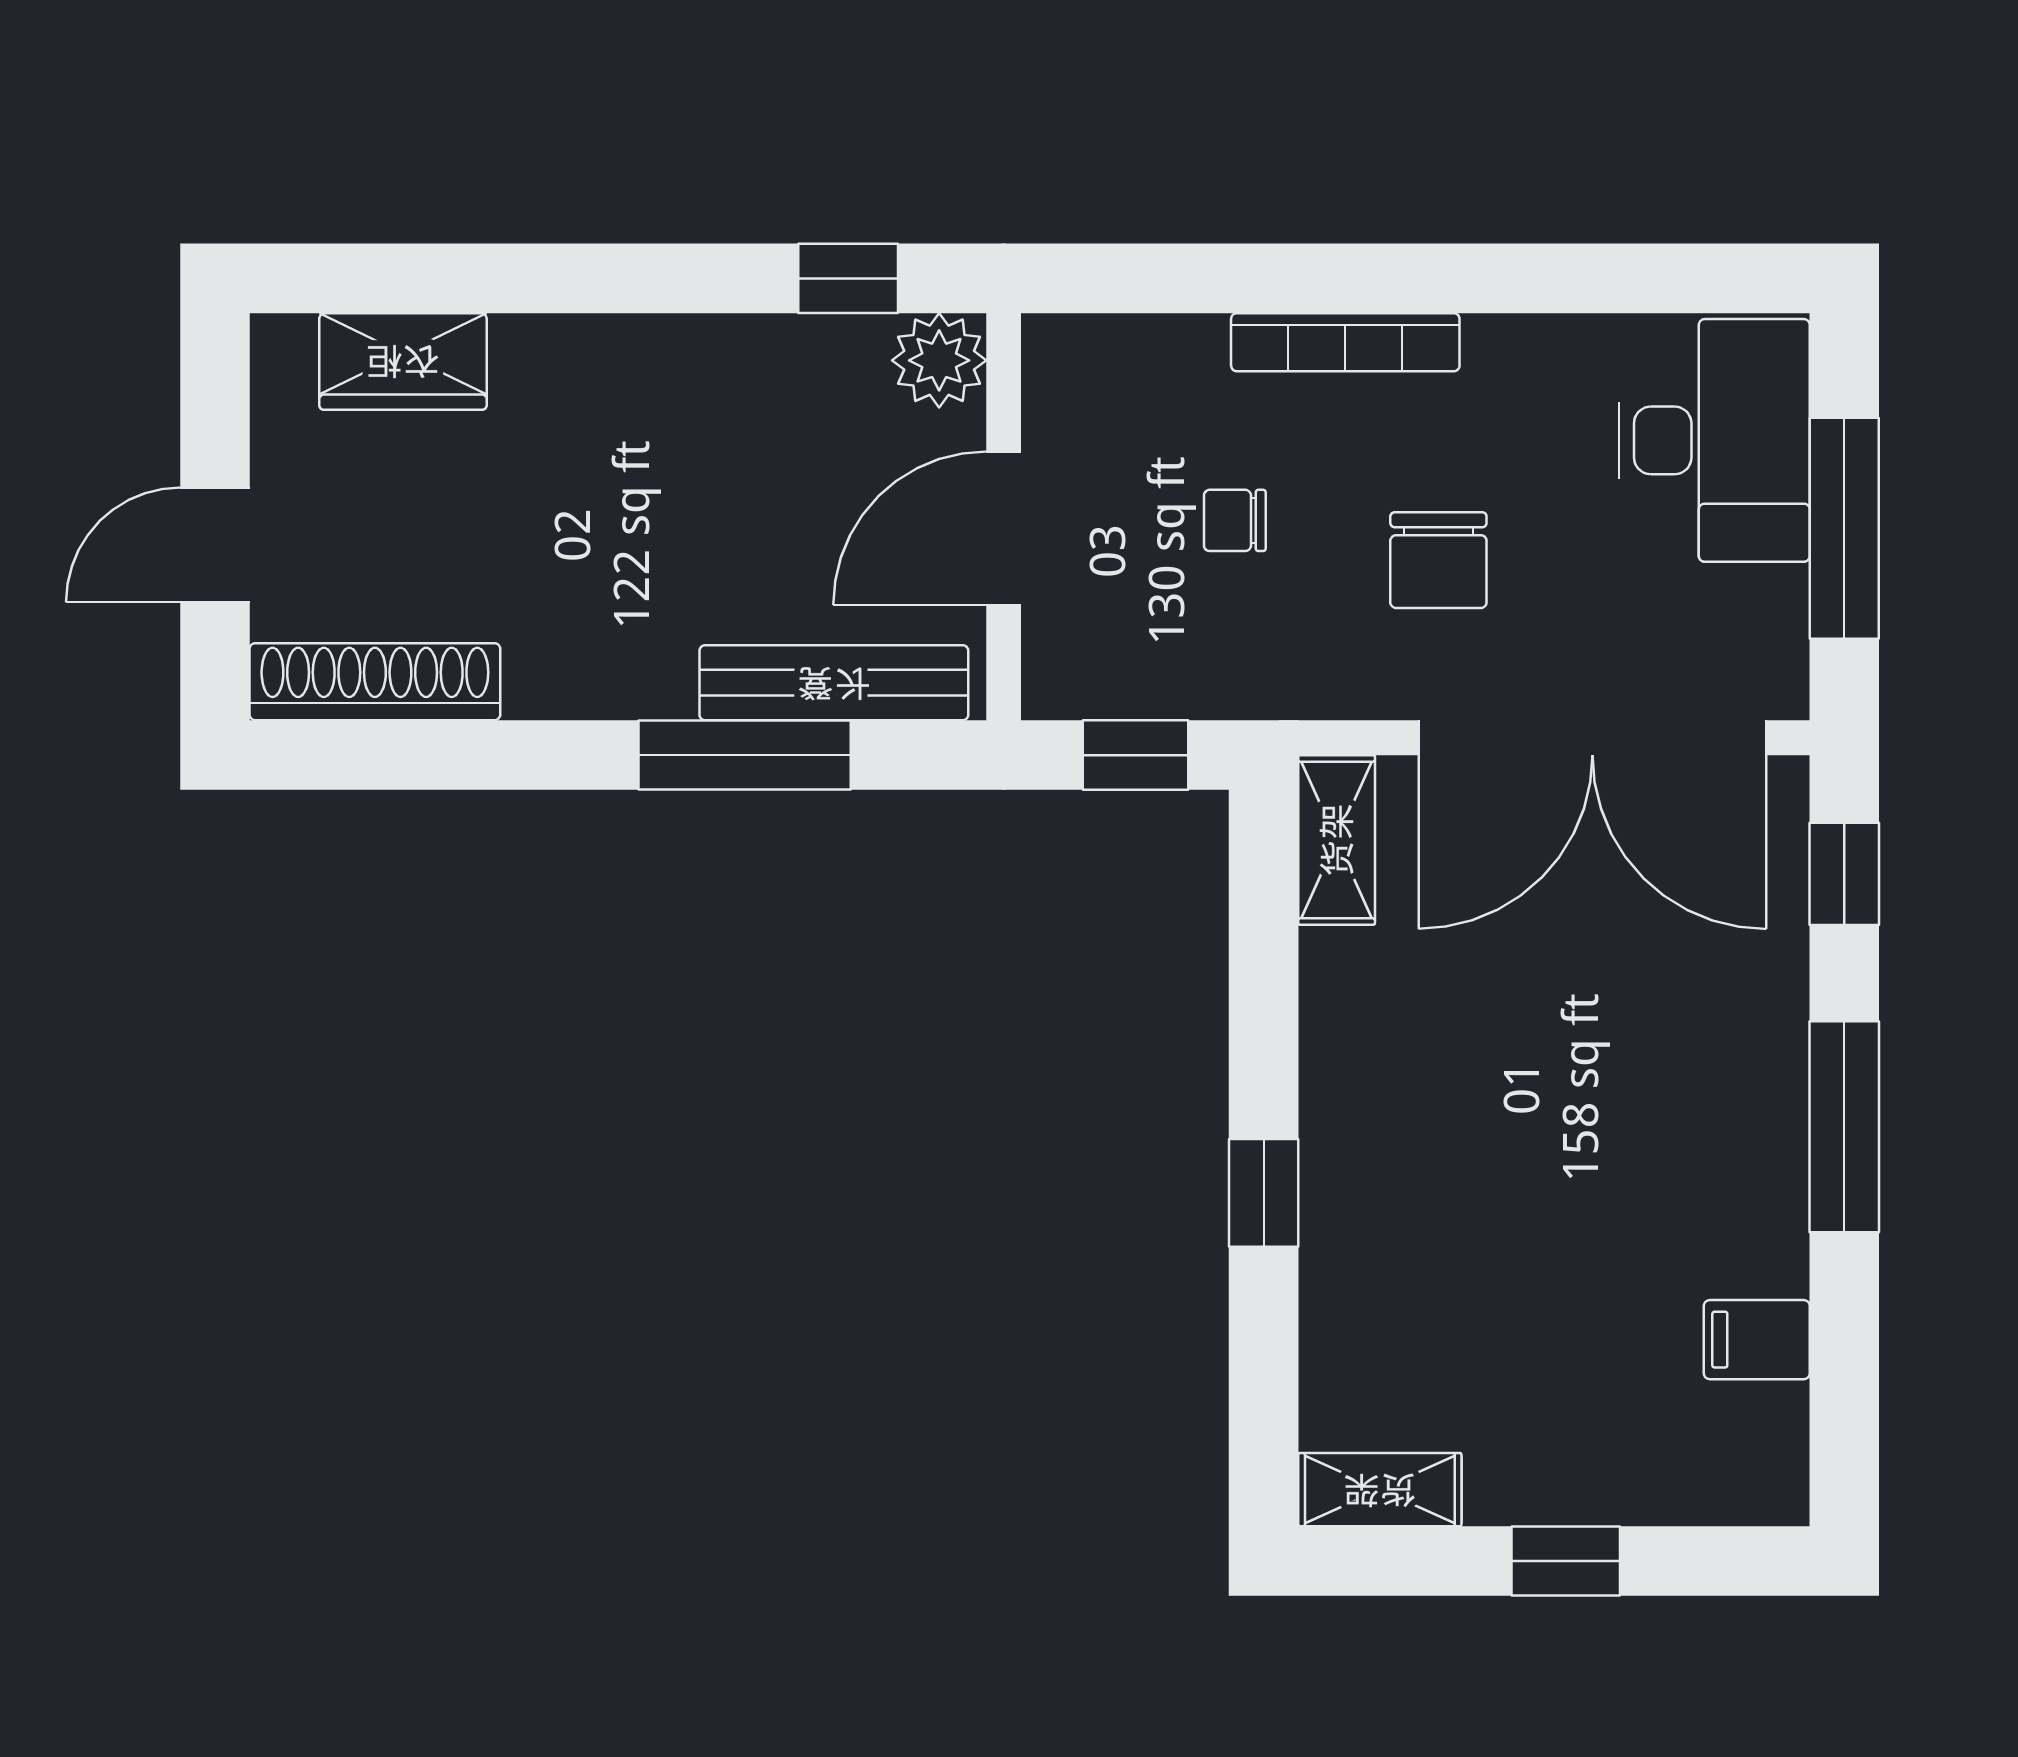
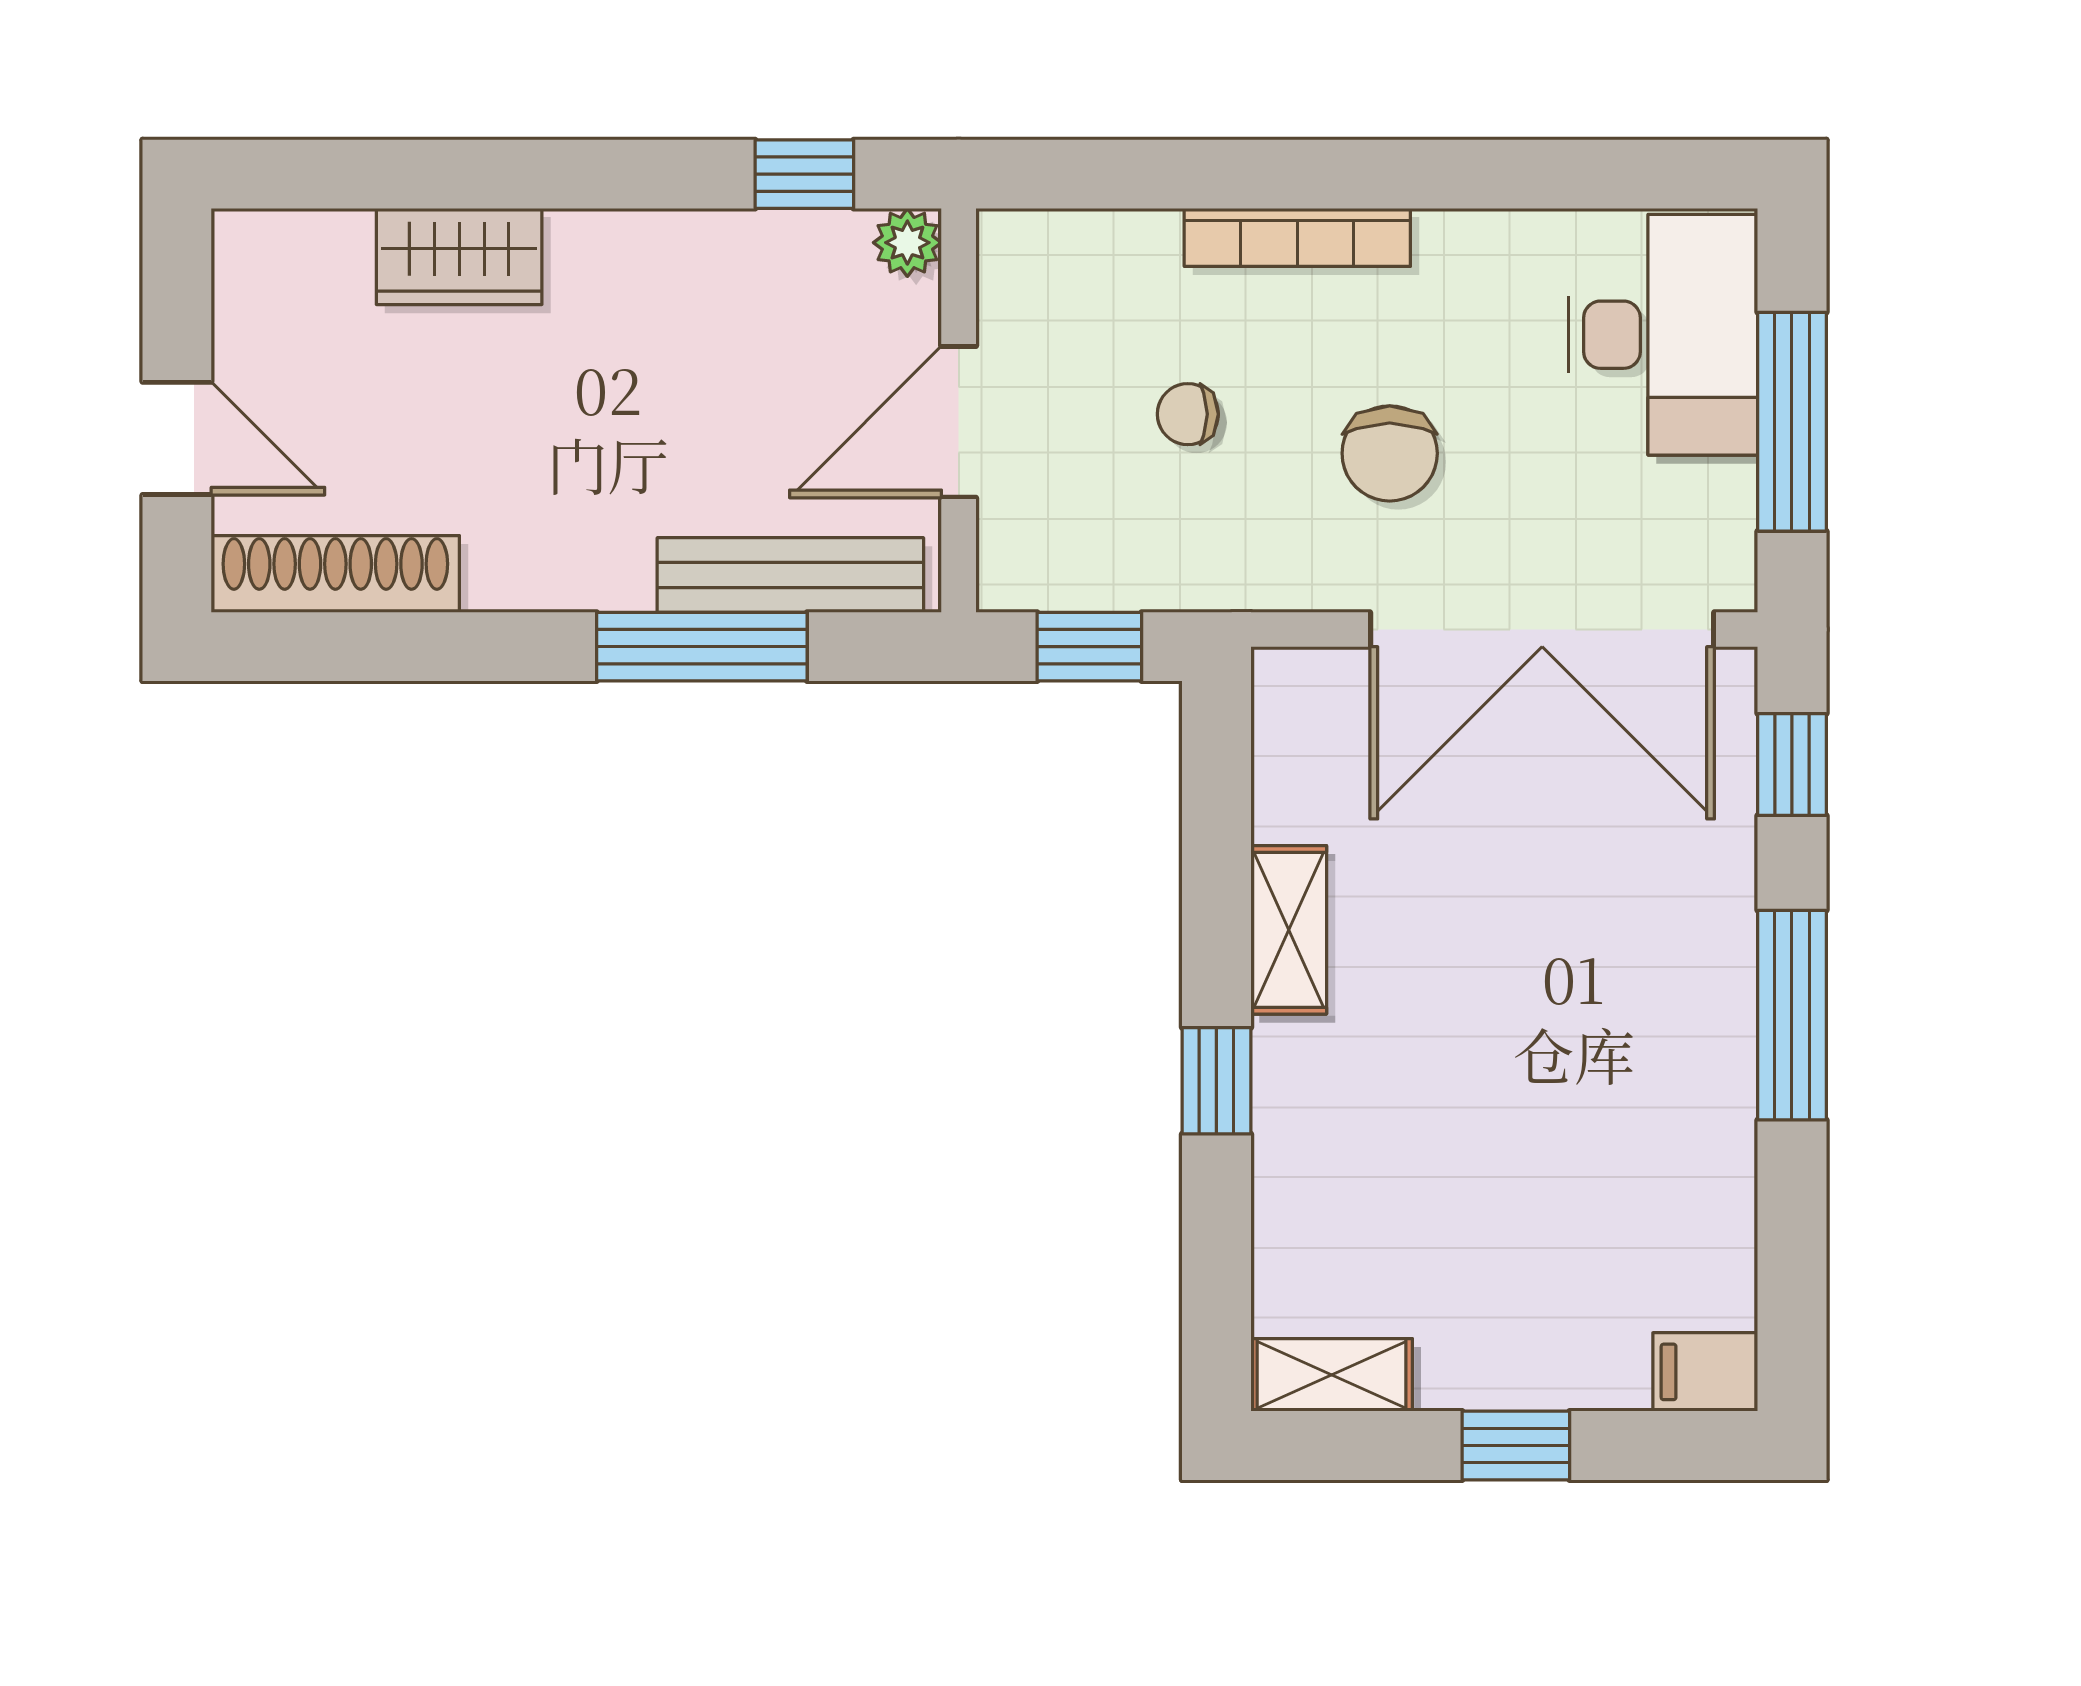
plant: (939, 360) -> (907, 243), width x0.73, depth x0.73
wardrobe: (403, 361) -> (459, 257), moved
door: (215, 545) -> (177, 438), swing flipped
shelving: (1337, 840) -> (1289, 930), moved
filing cabinet: (1757, 1340) -> (1705, 1372), moved

